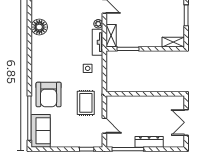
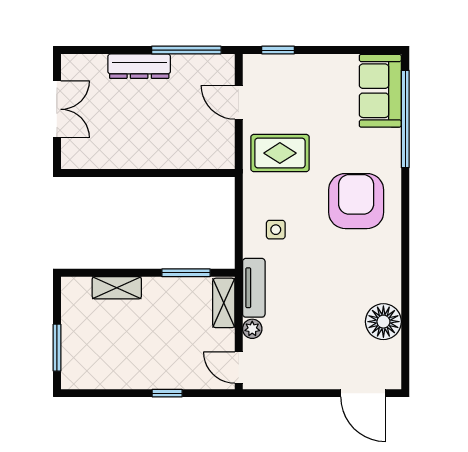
shelving: (173, 42) -> (117, 288), moved
armchair: (49, 94) -> (356, 201), moved
rug: (86, 103) -> (280, 153), turned 90

